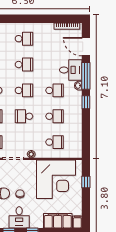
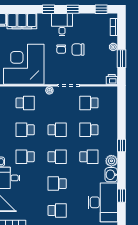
school desk: (24, 39) -> (57, 211), turned 180
school desk: (24, 90) -> (57, 157), turned 180
school desk: (55, 142) -> (25, 103), turned 180

